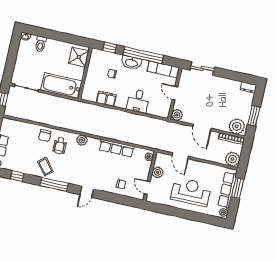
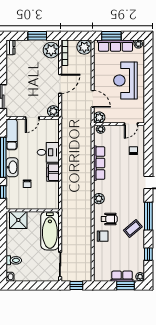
filing cabinet: (106, 99) -> (53, 172), moved
door: (180, 156) -> (93, 99), hinge flipped
plant: (158, 172) -> (99, 117), moved

